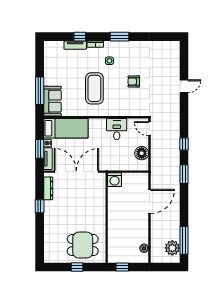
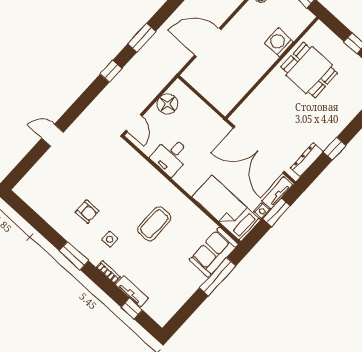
window: (80, 37) -> (132, 309), moved
armchair: (134, 81) -> (87, 212), moved
coffee table: (94, 88) -> (154, 224), width x0.73, depth x0.76
washing machine: (115, 180) -> (279, 42), moved, turned -90
dining table: (83, 245) -> (309, 70), moved

